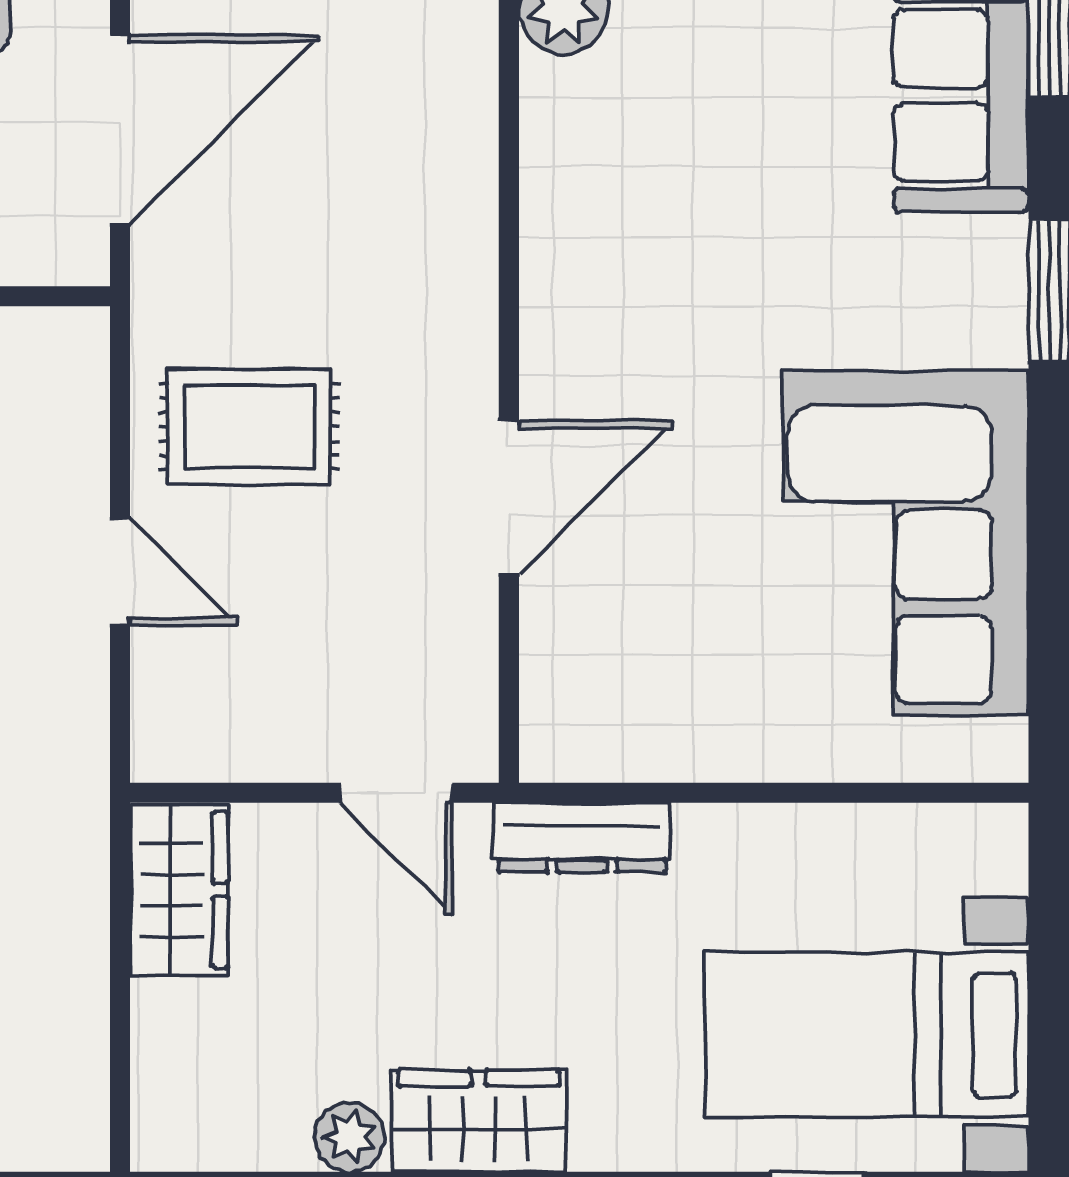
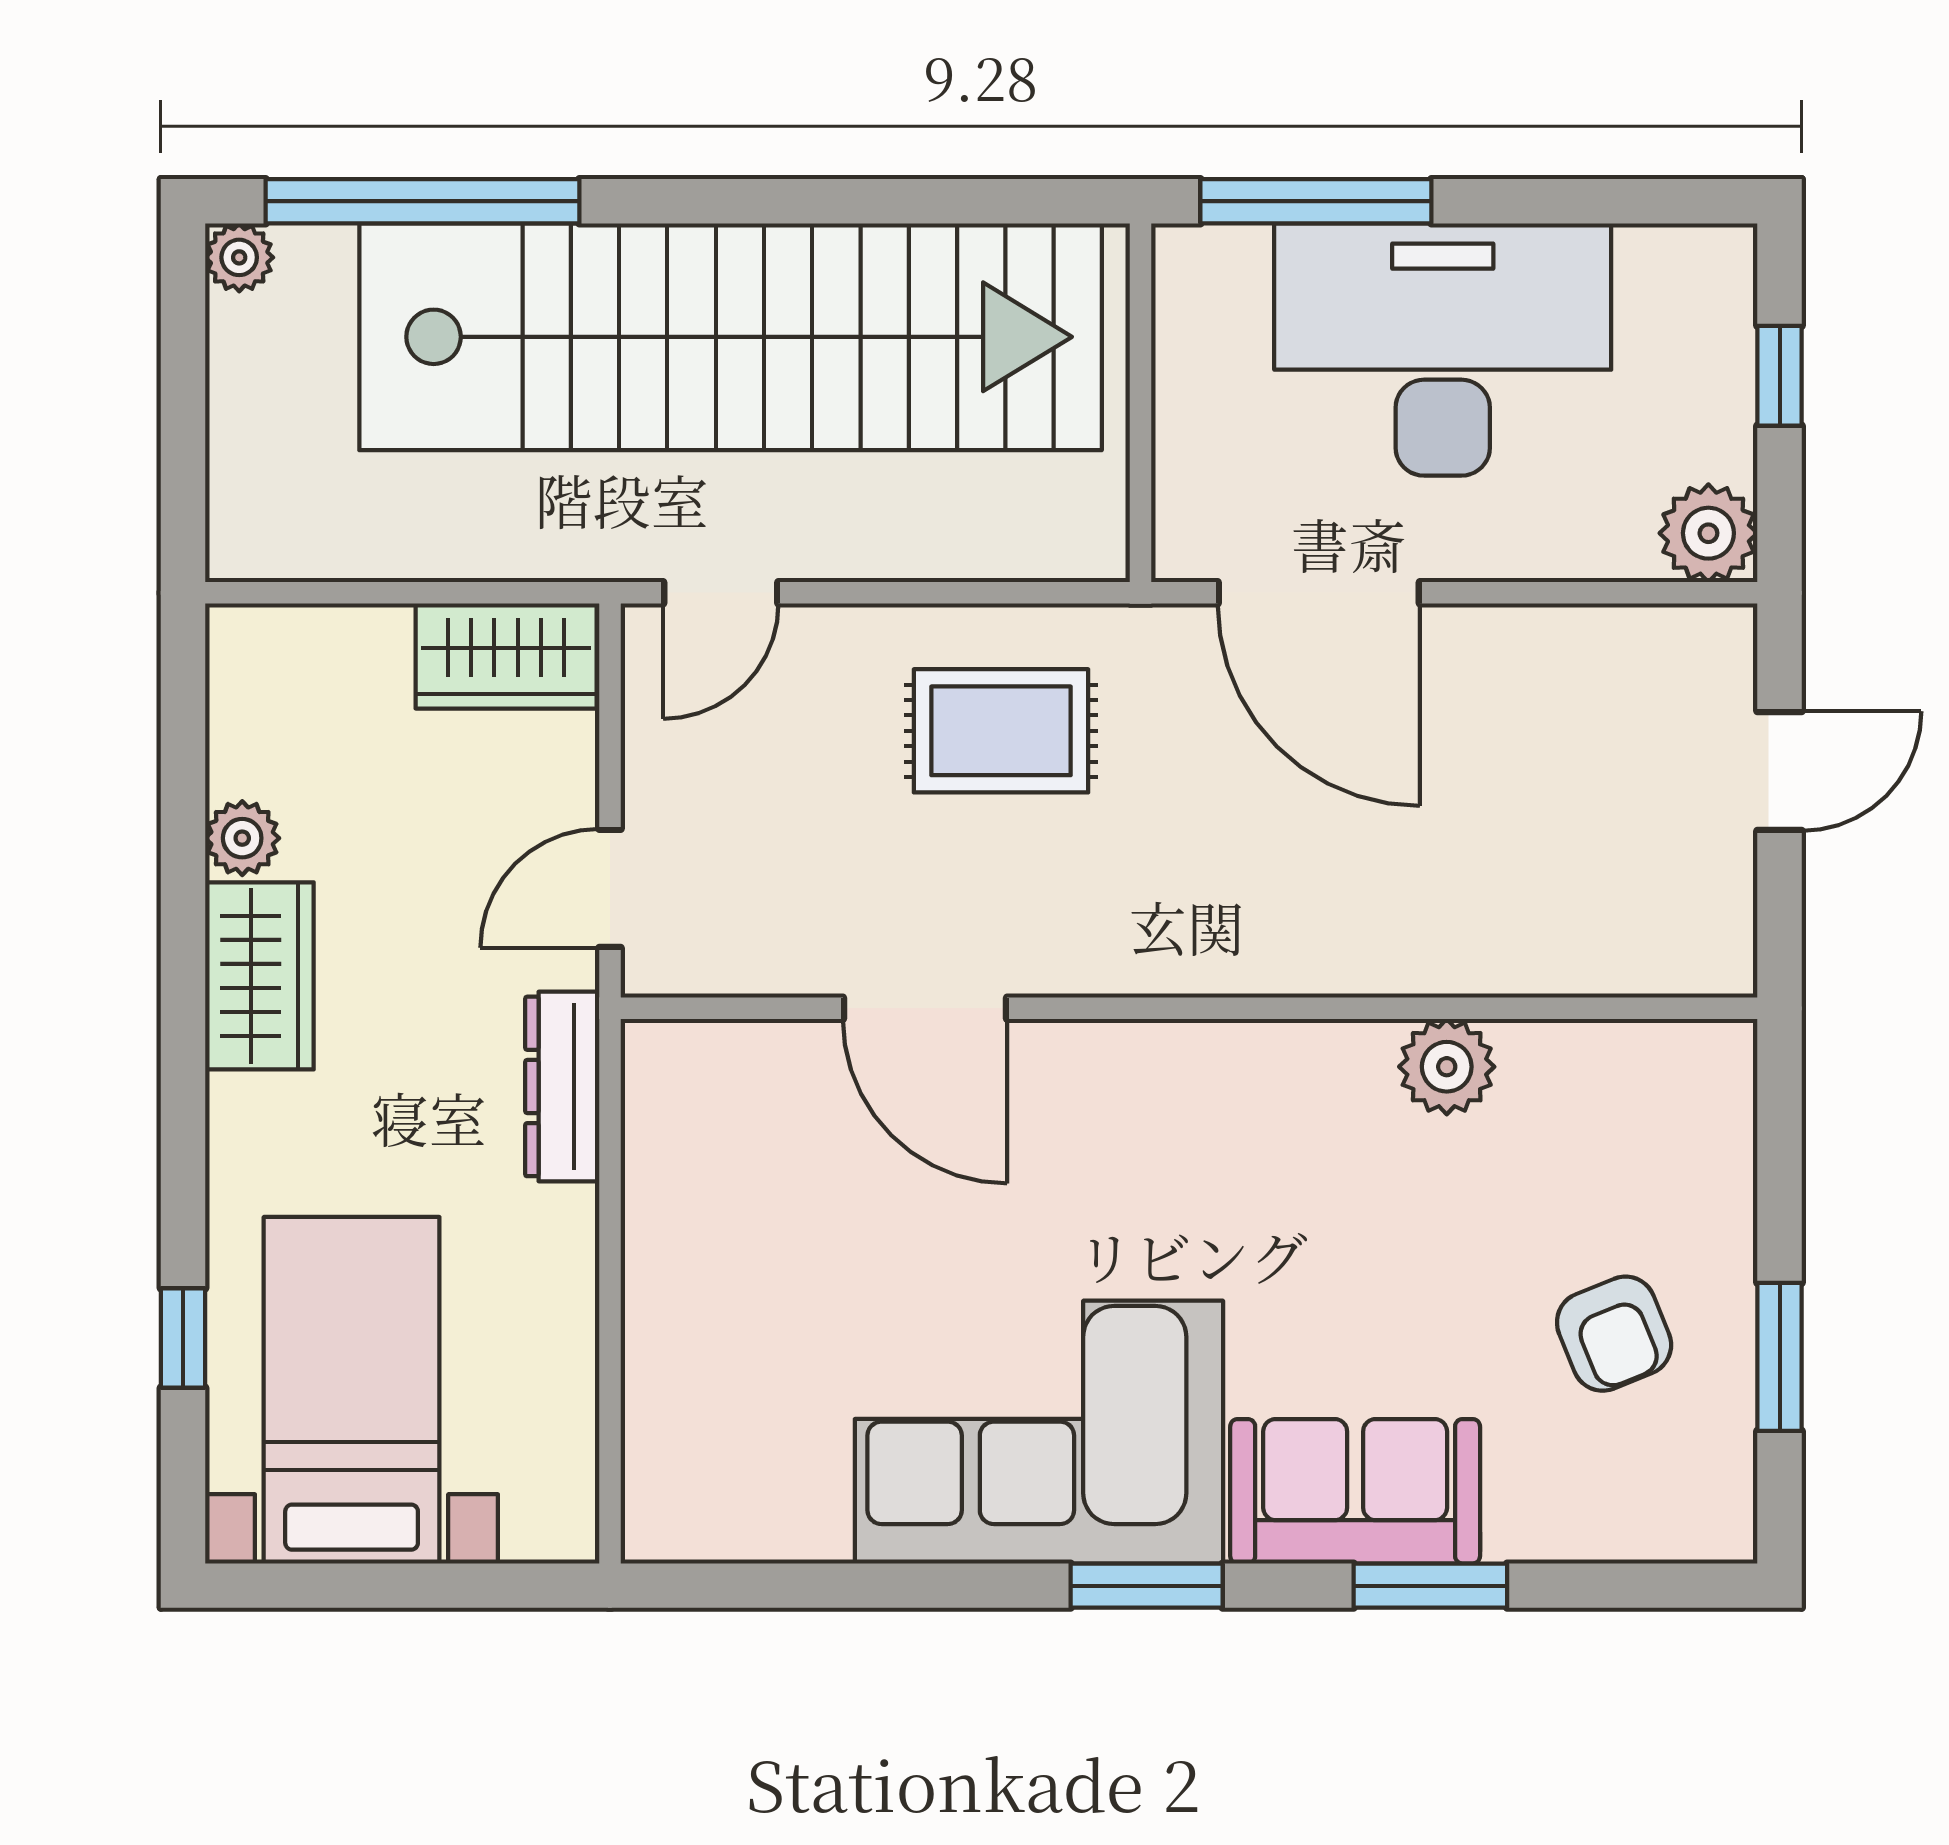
rug: (249, 427) -> (1001, 731), turned 90
corner sofa: (906, 543) -> (1039, 1432), moved
door: (120, 572) -> (721, 593), moved

